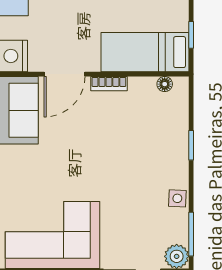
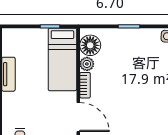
floor lamp: (165, 84) -> (90, 45), width x1.89, depth x1.89
plant: (139, 86) -> (87, 64), added

